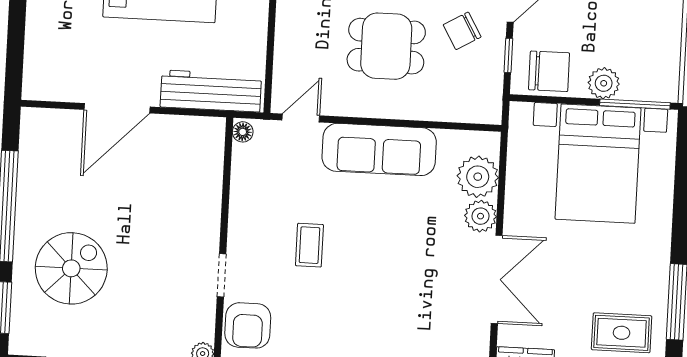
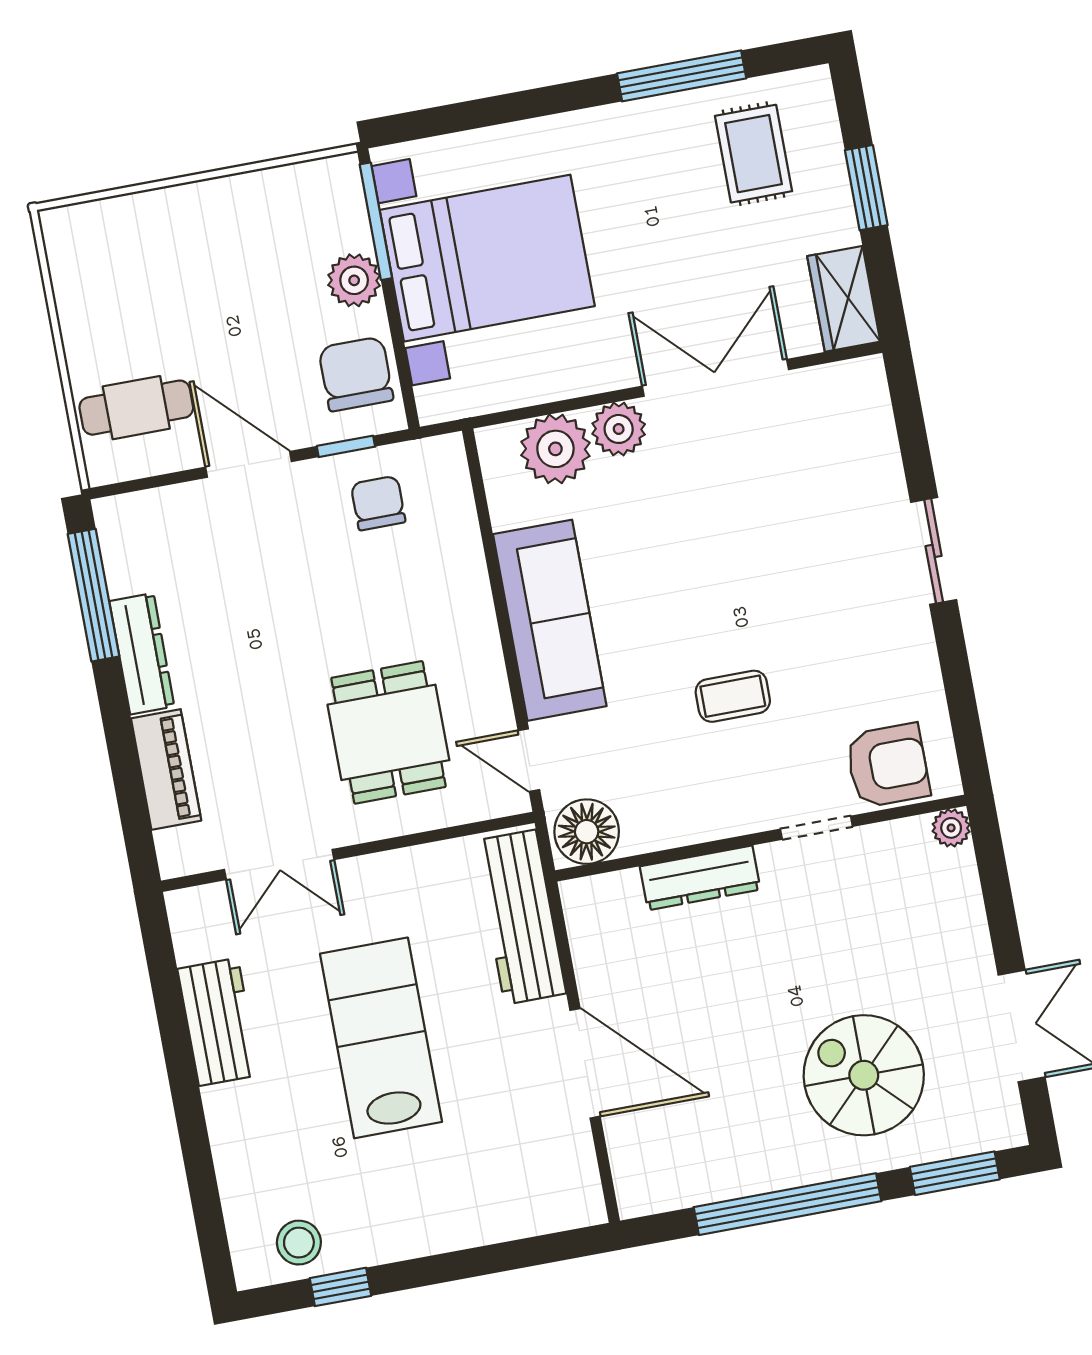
chair: (462, 31) -> (378, 503), moved, turned -150
dining table: (386, 46) -> (388, 732), moved
floor lamp: (243, 132) -> (587, 832), width x1.89, depth x1.89
dresser: (209, 201) -> (700, 878), added

